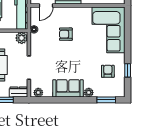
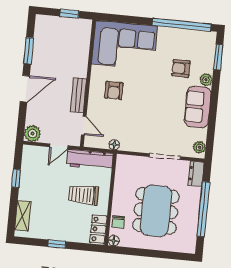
armchair: (66, 34) -> (114, 90), moved
plant: (22, 38) -> (124, 162), removed
window: (128, 70) -> (181, 25), width x3.17
armchair: (108, 71) -> (181, 68), moved

